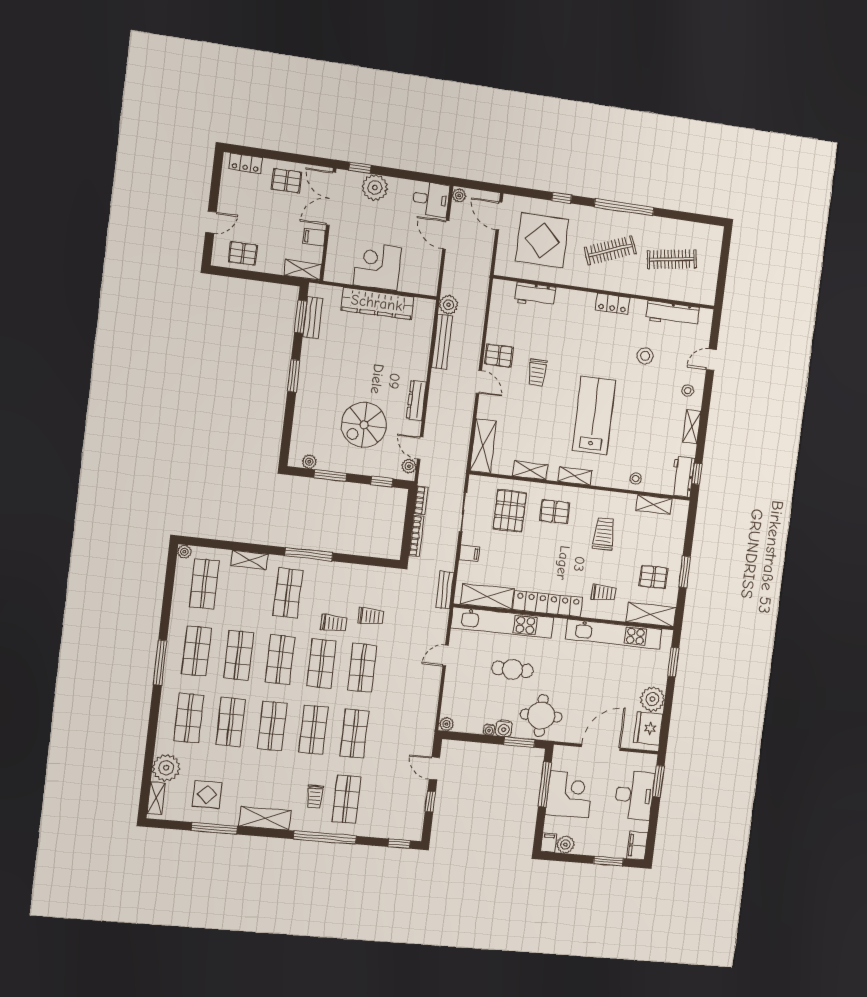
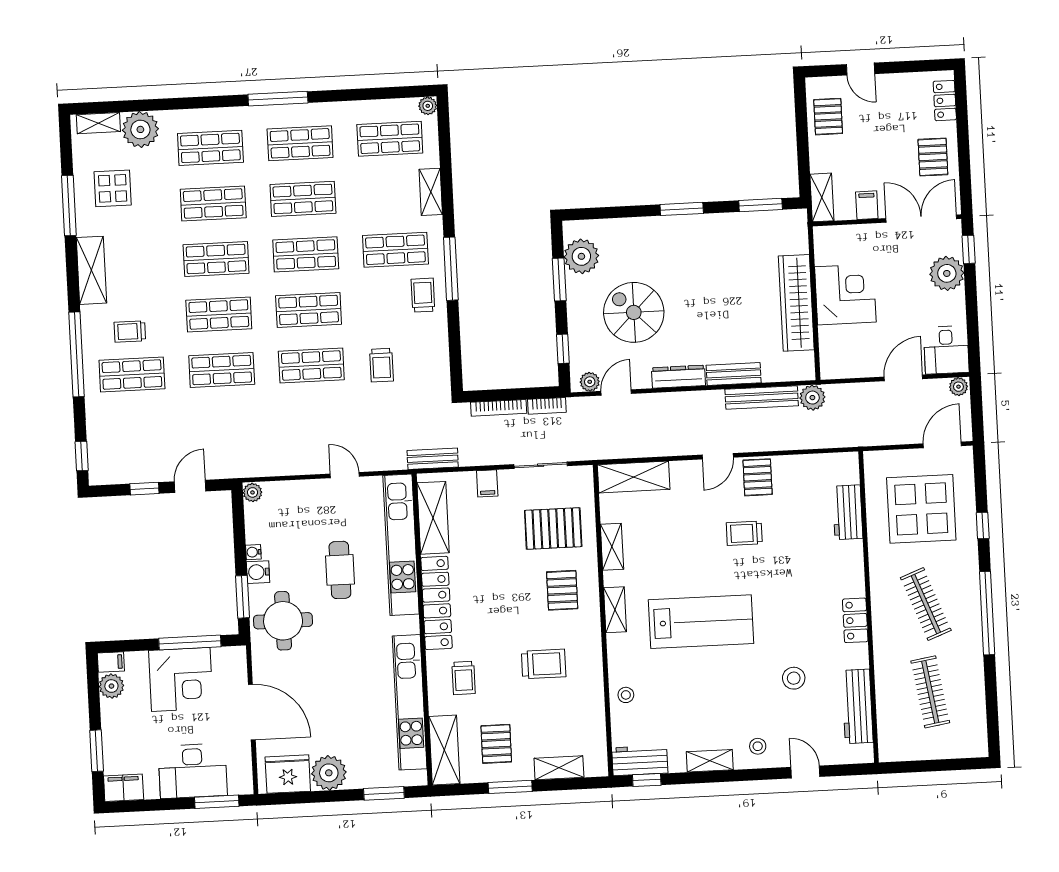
bench: (313, 317) -> (734, 374), moved
plant: (309, 462) -> (581, 256), width x1.87, depth x1.87
shelving: (654, 504) -> (559, 768), moved, turned 90
trolley: (334, 623) -> (423, 295), moved, turned 180

